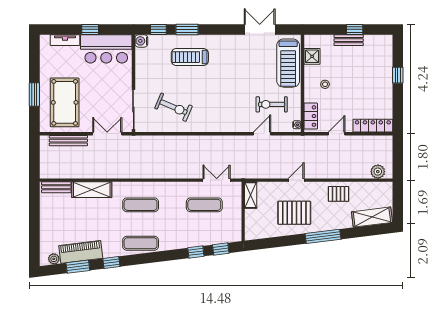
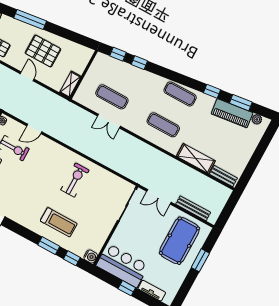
exercise bike: (173, 107) -> (75, 180), moved, turned 67
double door: (217, 180) -> (109, 121), moved
door: (296, 180) -> (27, 76), swing flipped

